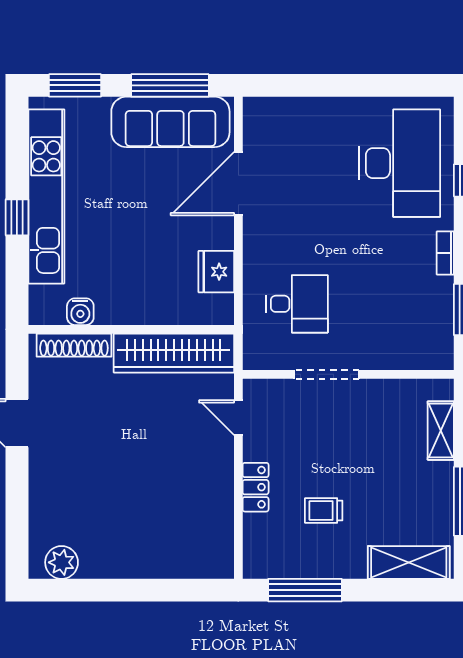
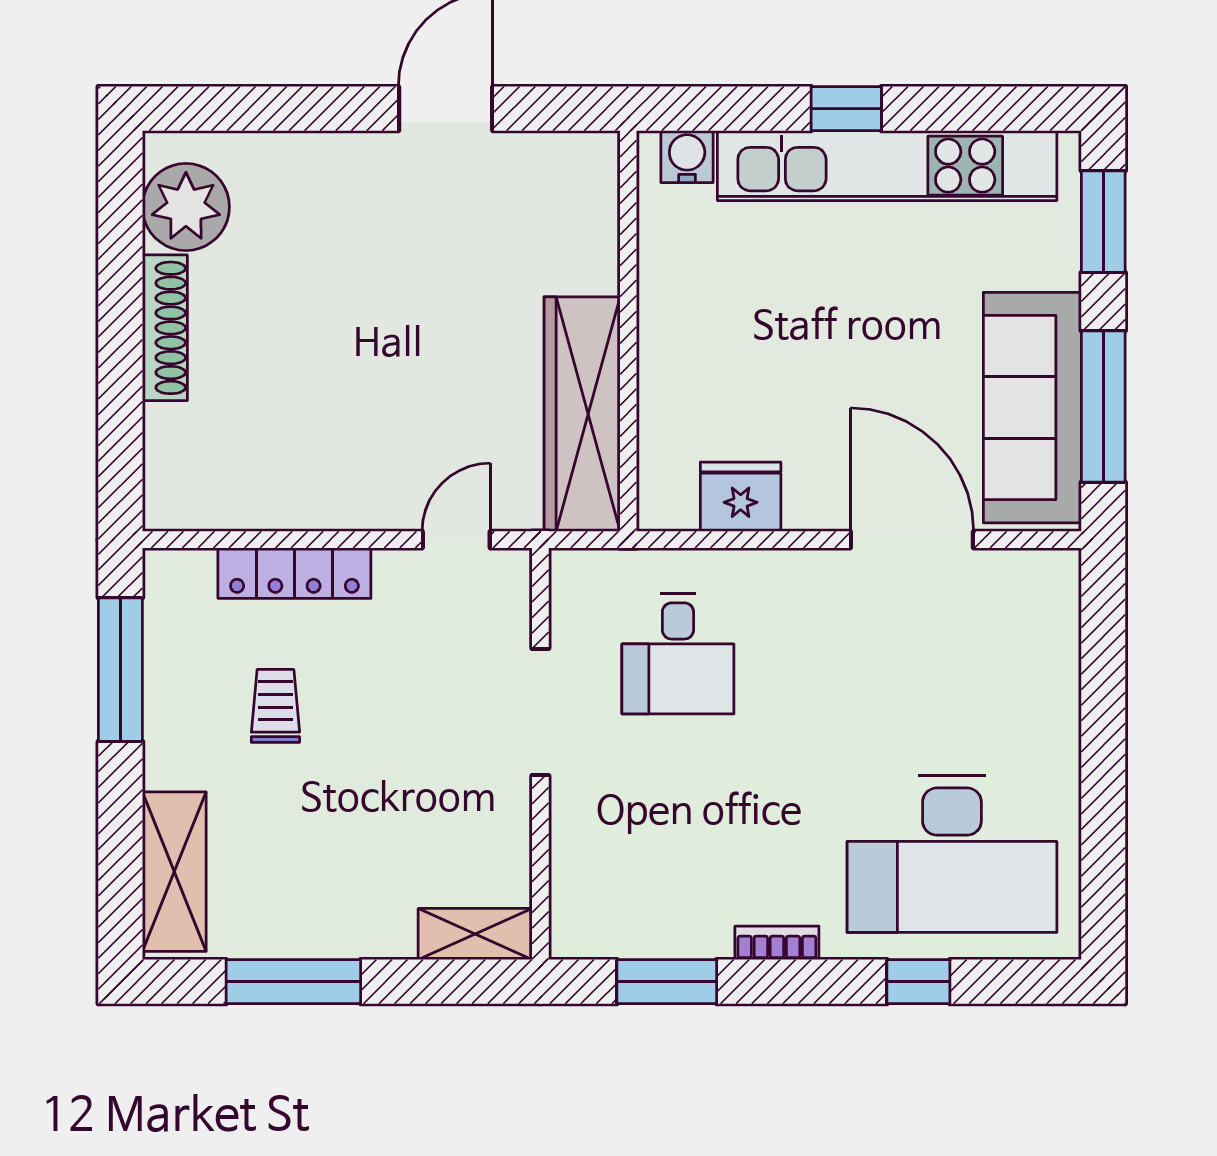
water cooler: (80, 312) -> (687, 157), moved, turned 90
shoe rack: (74, 345) -> (165, 328), moved, turned 180
shelving: (441, 431) -> (475, 934), moved
locker: (256, 487) -> (294, 573), width x1.53
plant: (62, 562) -> (186, 207), width x1.36, depth x1.36

